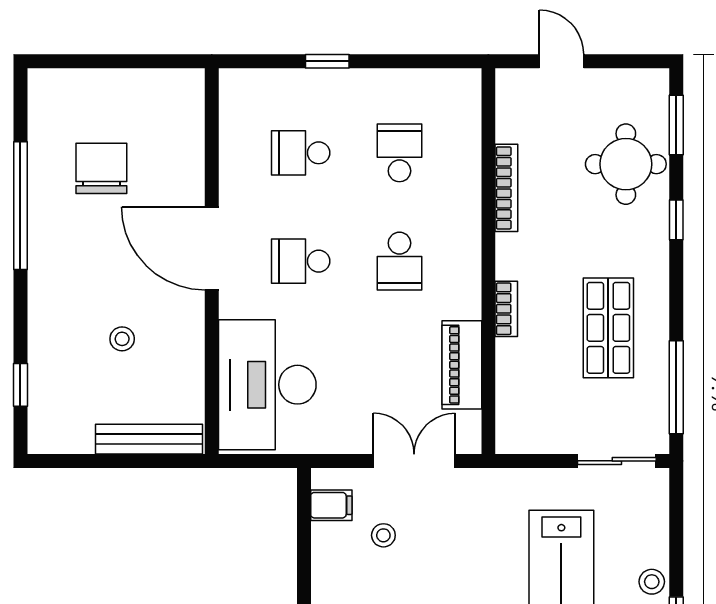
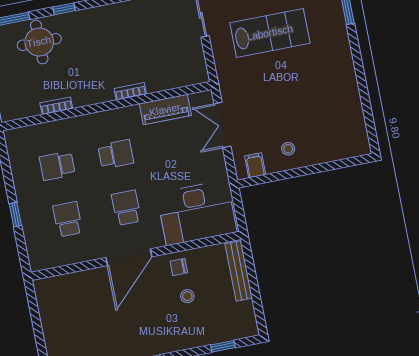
school desk: (301, 153) -> (68, 219), turned 180
chair: (101, 168) -> (179, 267), moved, width x0.54, depth x0.54
bookcase: (506, 188) -> (56, 106), width x0.64
school desk: (301, 261) -> (126, 208), turned 180
shop shelf: (608, 328) -> (130, 34), removed
stool: (383, 535) -> (288, 149), moved

